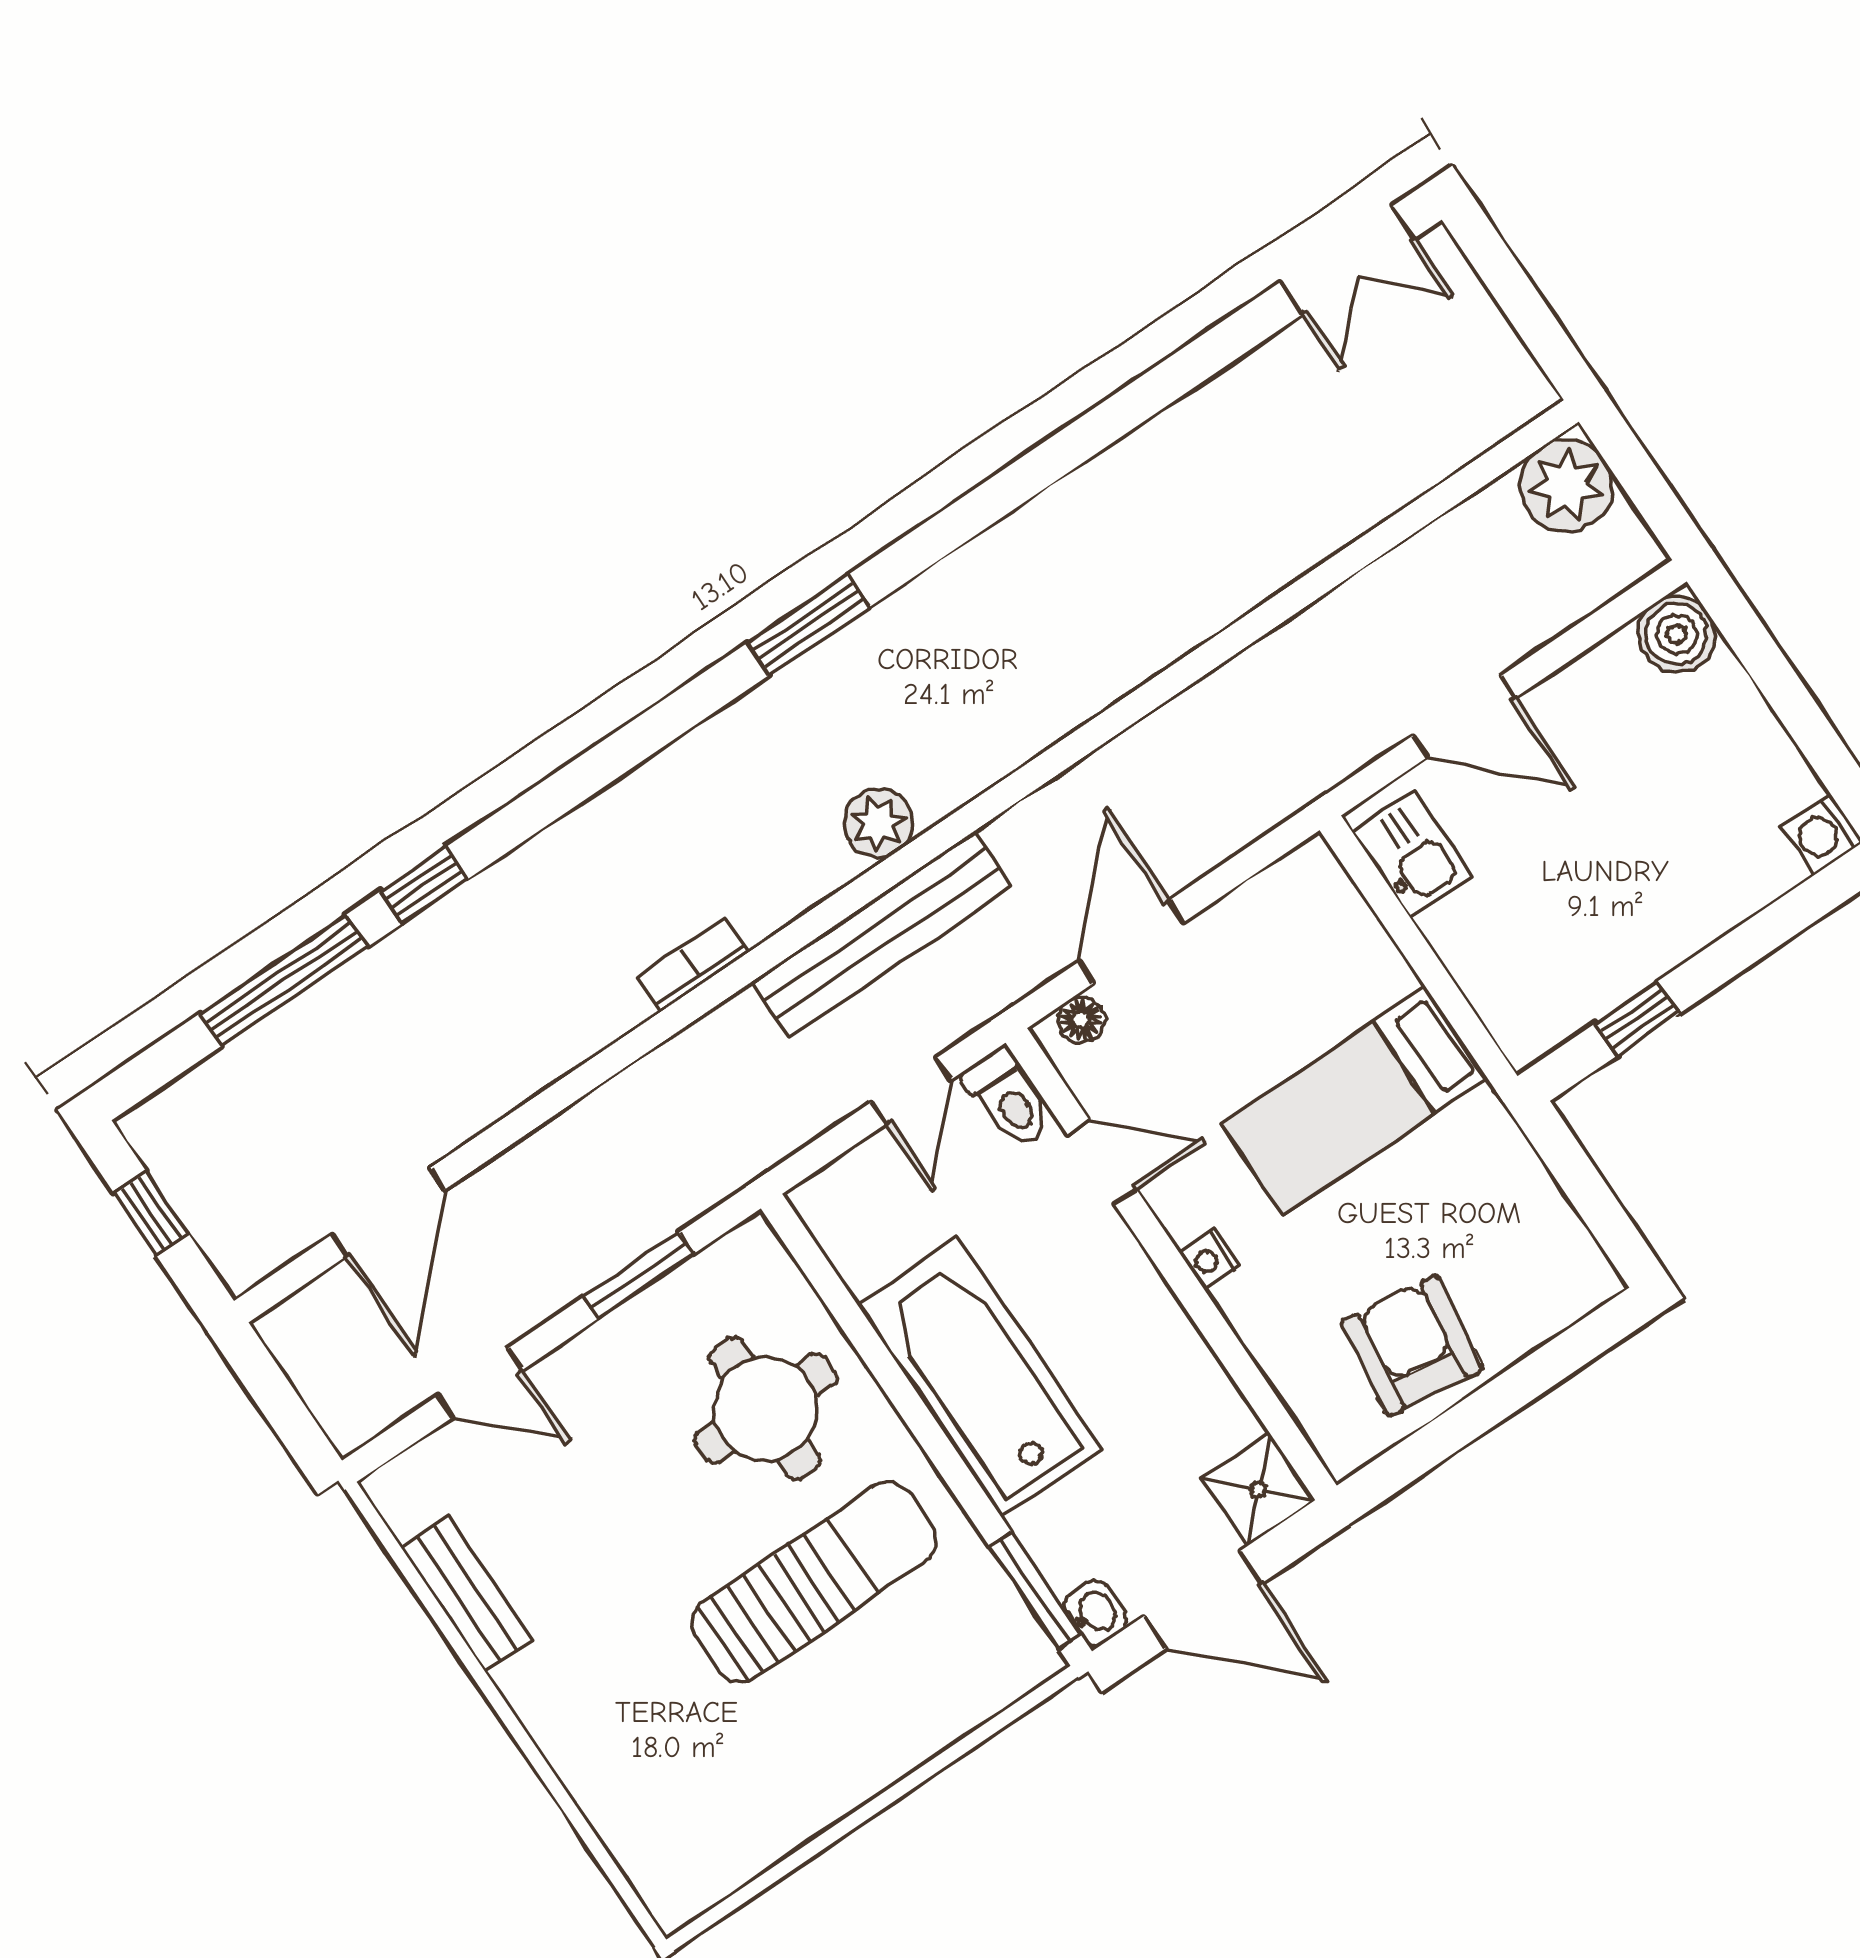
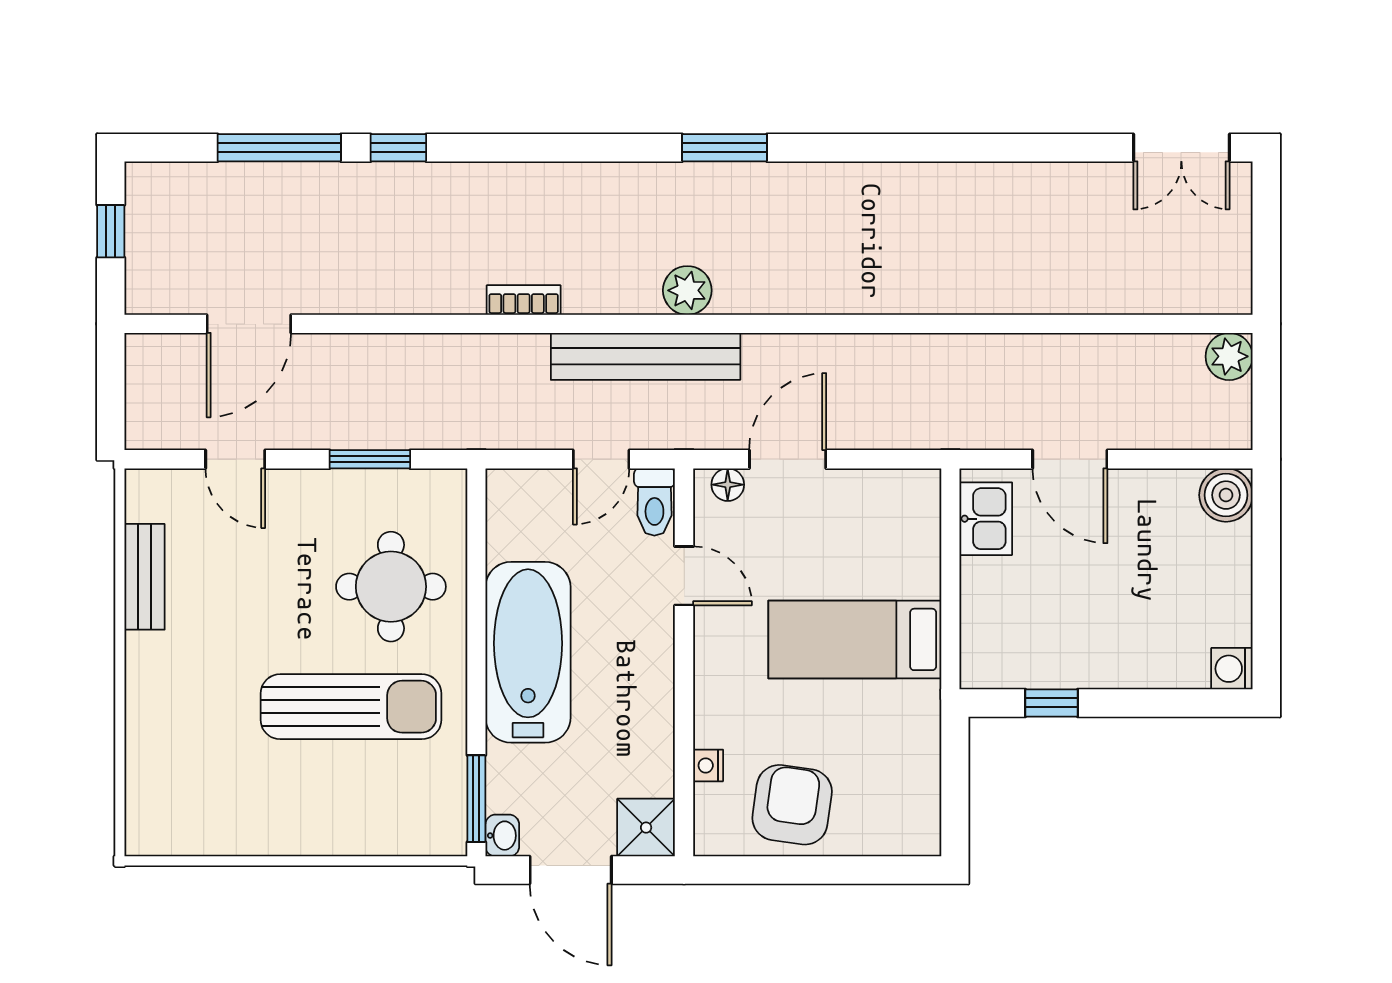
plant: (1566, 485) -> (1229, 356), width x0.73, depth x0.73
nightstand: (1209, 1259) -> (708, 765), moved

